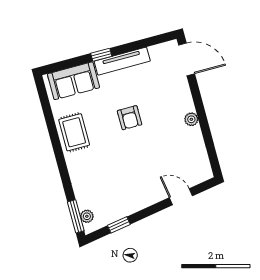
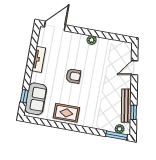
window: (101, 55) -> (24, 96), moved
tv unit: (122, 61) -> (39, 59), width x0.71
bench: (123, 210) -> (126, 106), added

